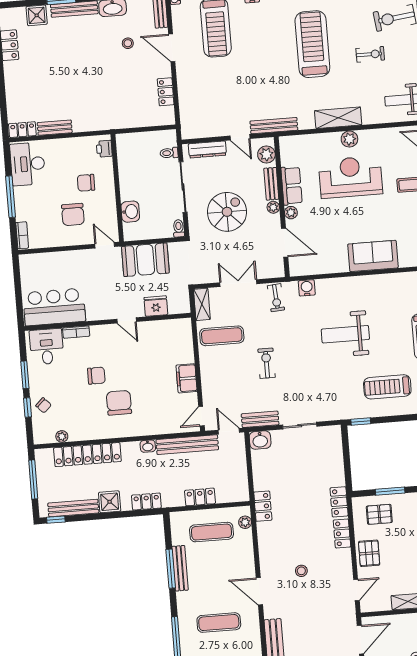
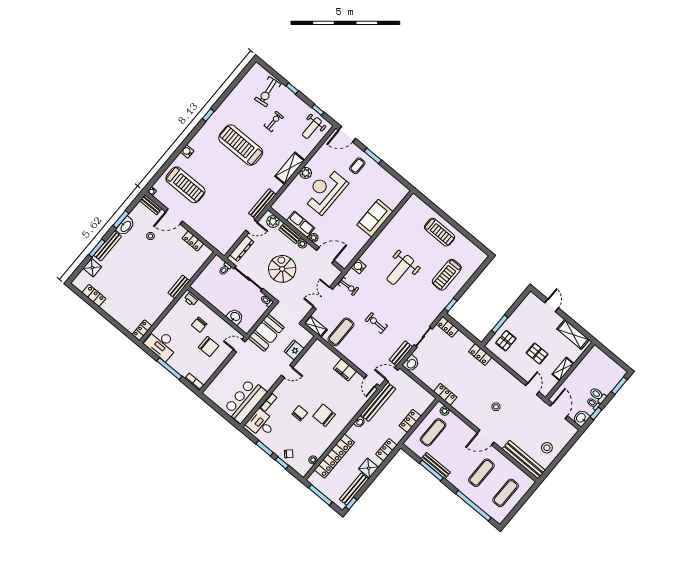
bench: (55, 128) -> (179, 287), moved
locker: (342, 534) -> (447, 327), moved
pallet: (369, 553) -> (537, 354), moved

